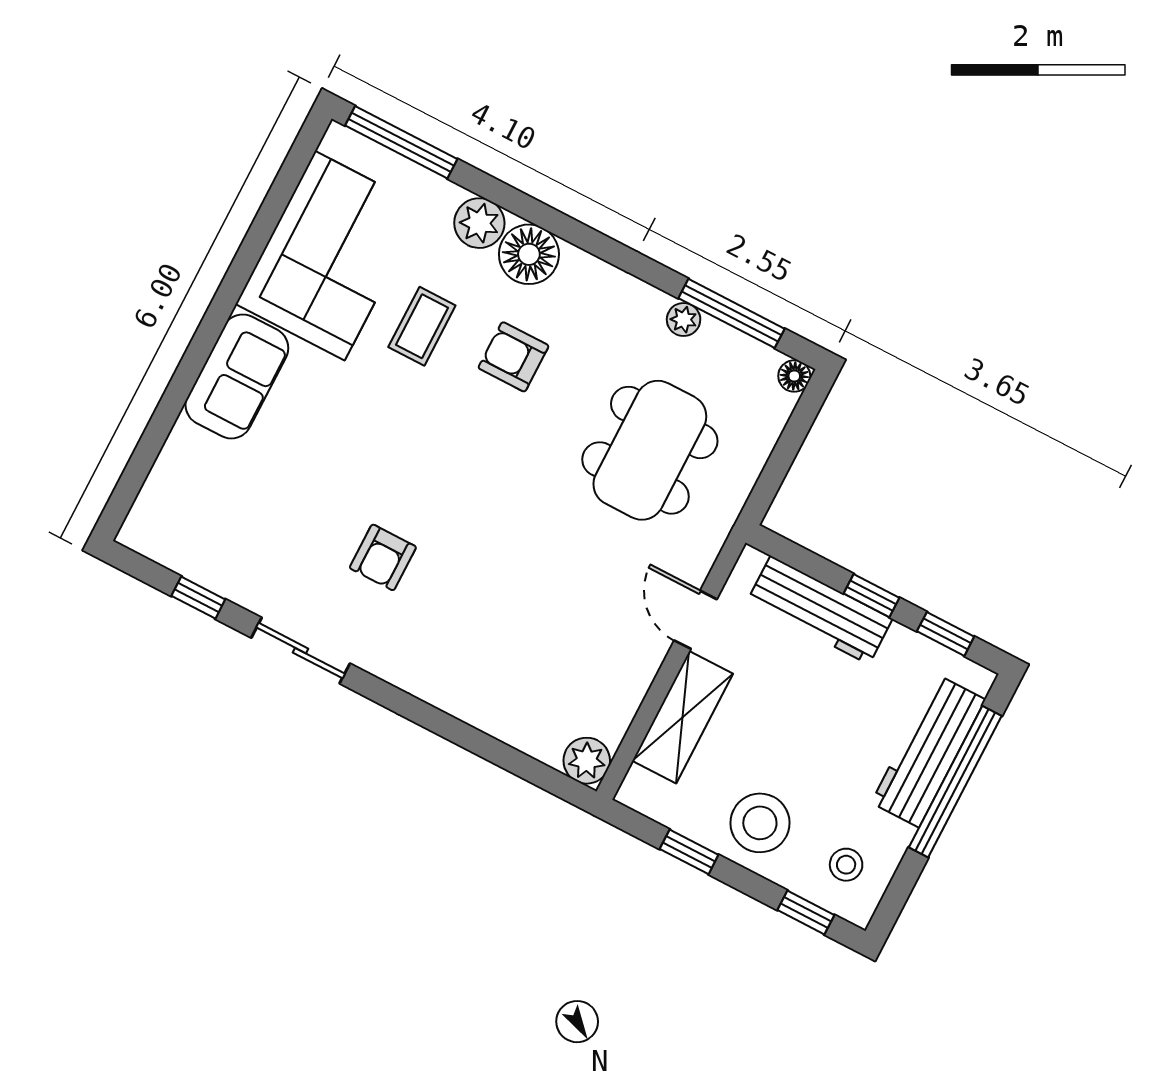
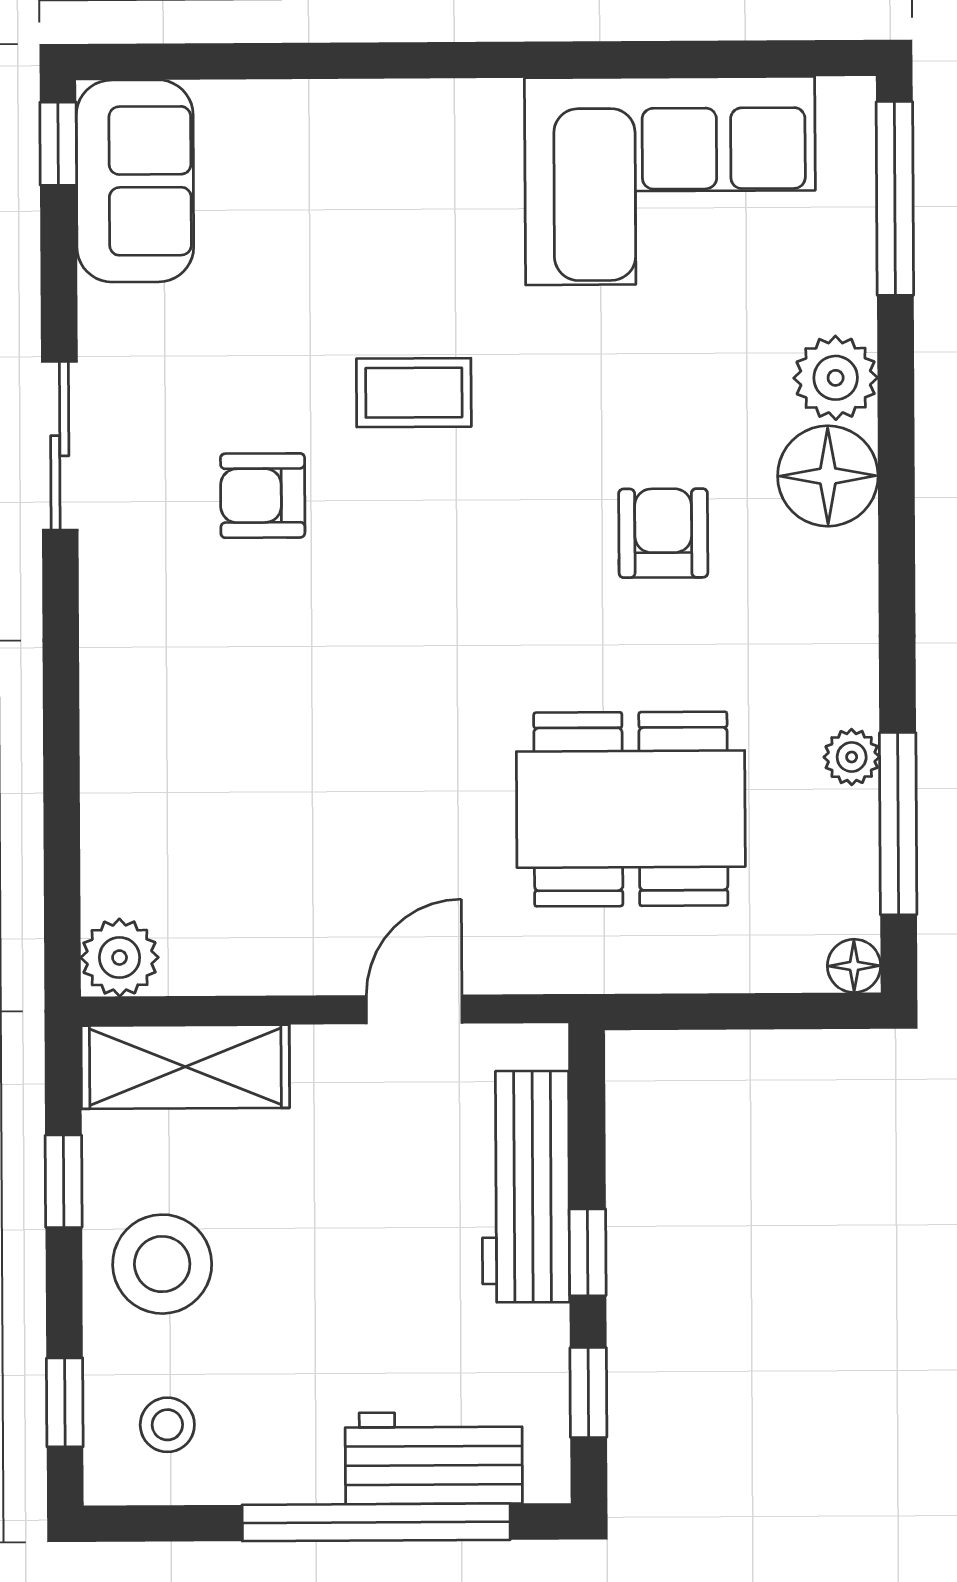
coffee table: (422, 326) -> (414, 393), moved
sofa: (237, 376) -> (135, 181), moved, turned -90
window: (198, 598) -> (58, 144), moved
shelving: (683, 717) -> (185, 1067), moved
workbench: (928, 751) -> (434, 1458), width x0.73

